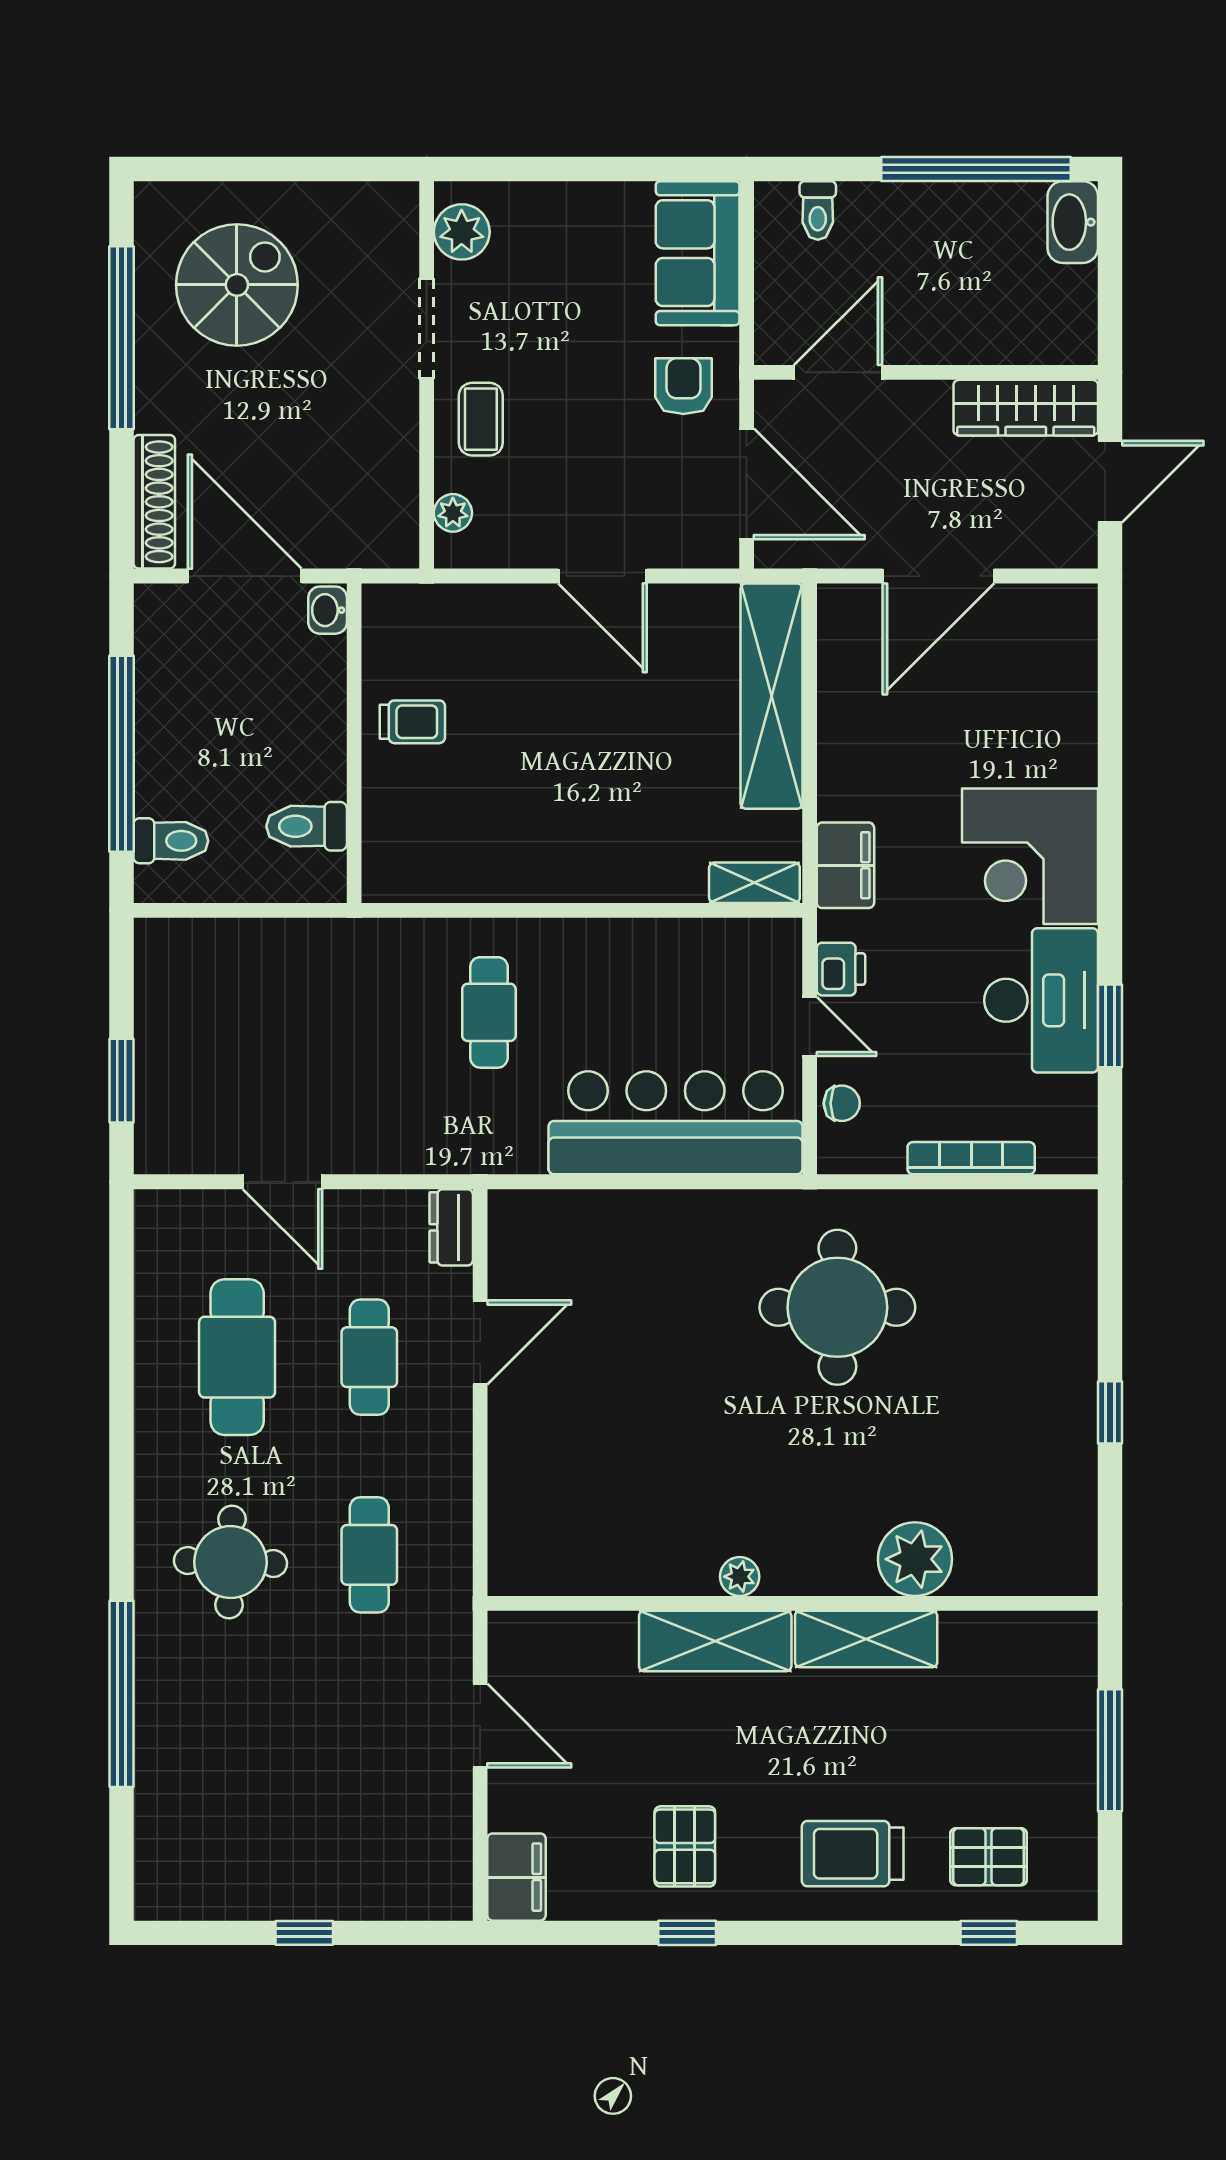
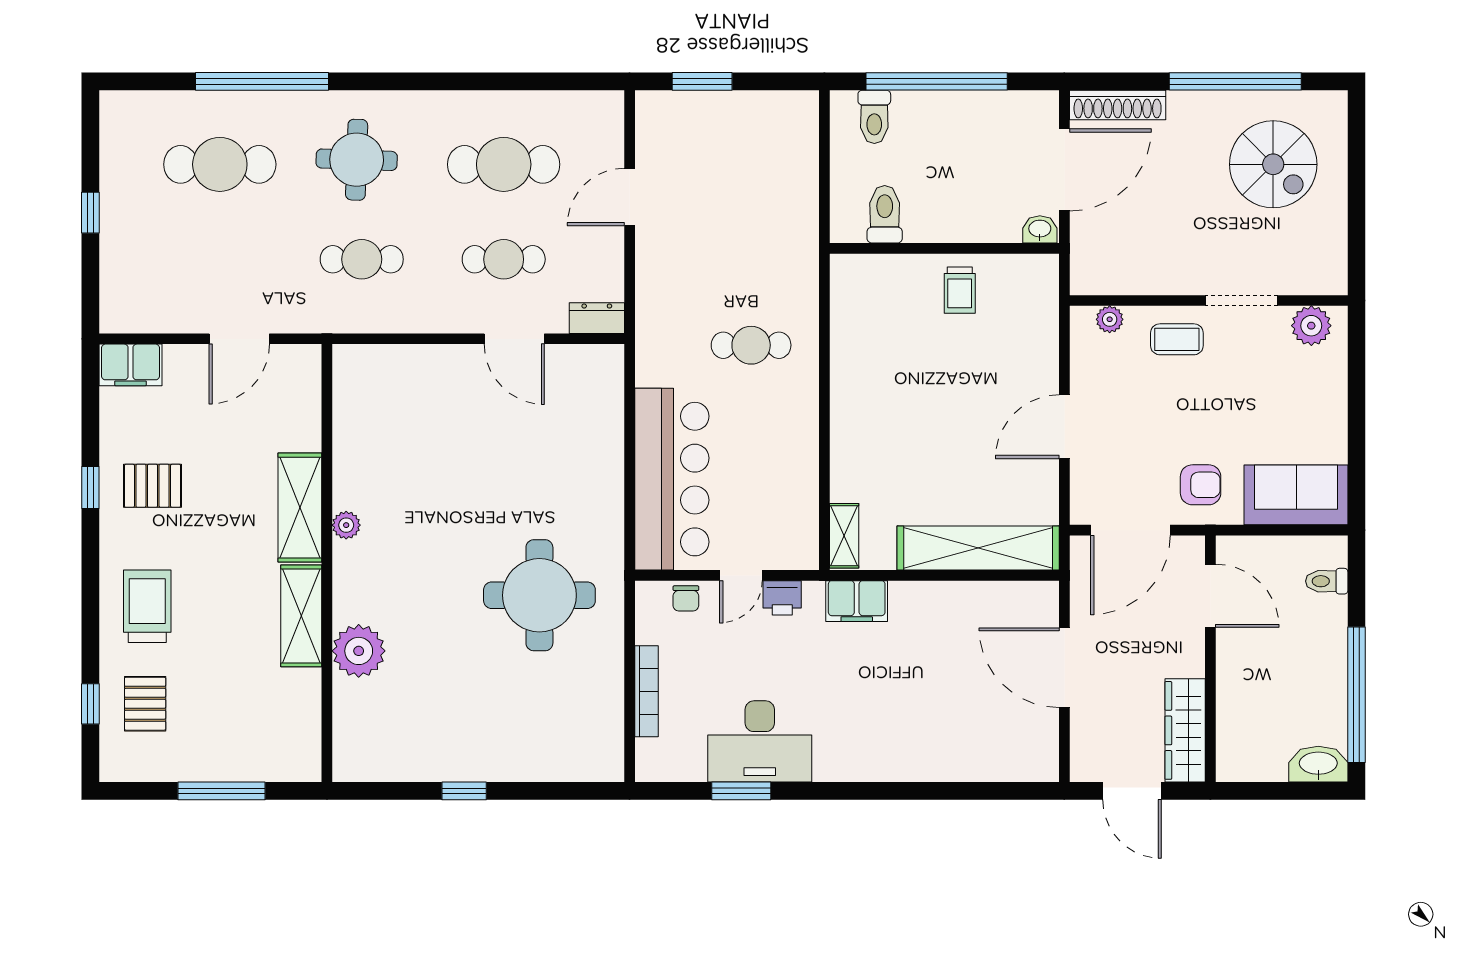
corner desk: (1030, 856) -> (863, 734), removed
cafe table: (237, 1753) -> (220, 164), added

